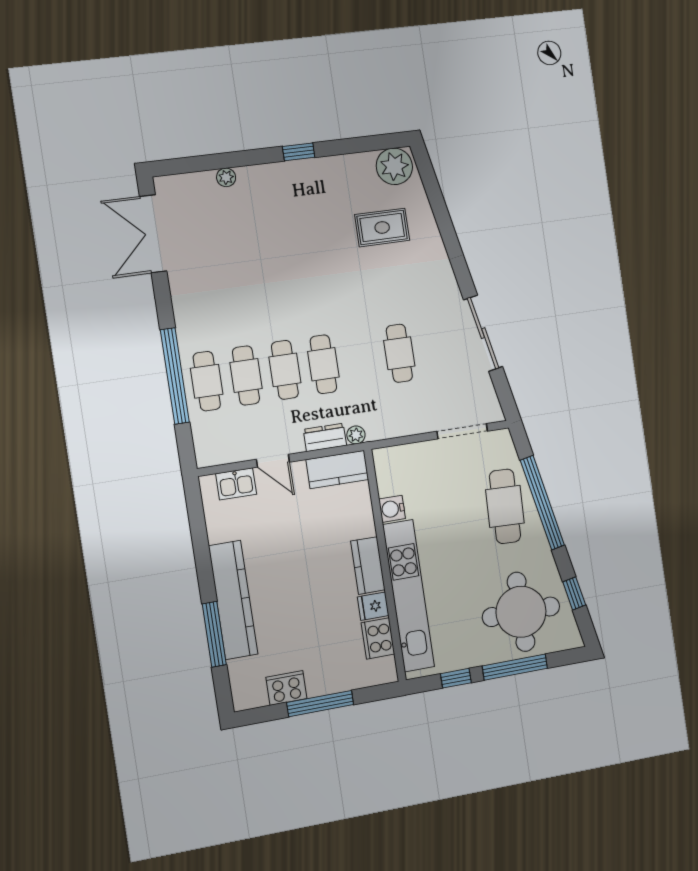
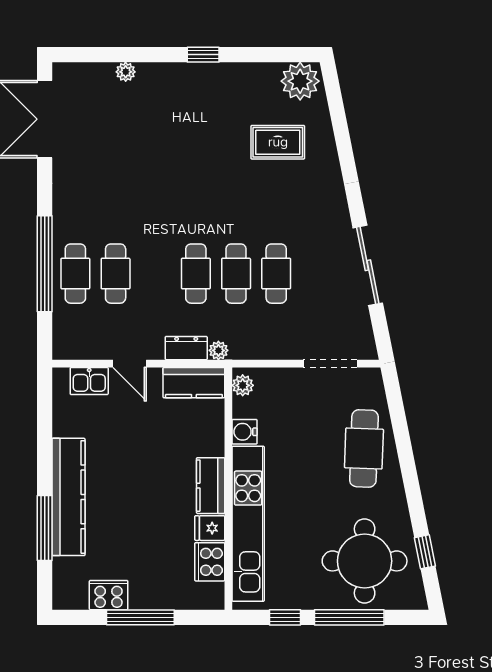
cafe table: (285, 370) -> (236, 274), moved
plant: (384, 465) -> (243, 385), added
window: (542, 503) -> (405, 451), removed

